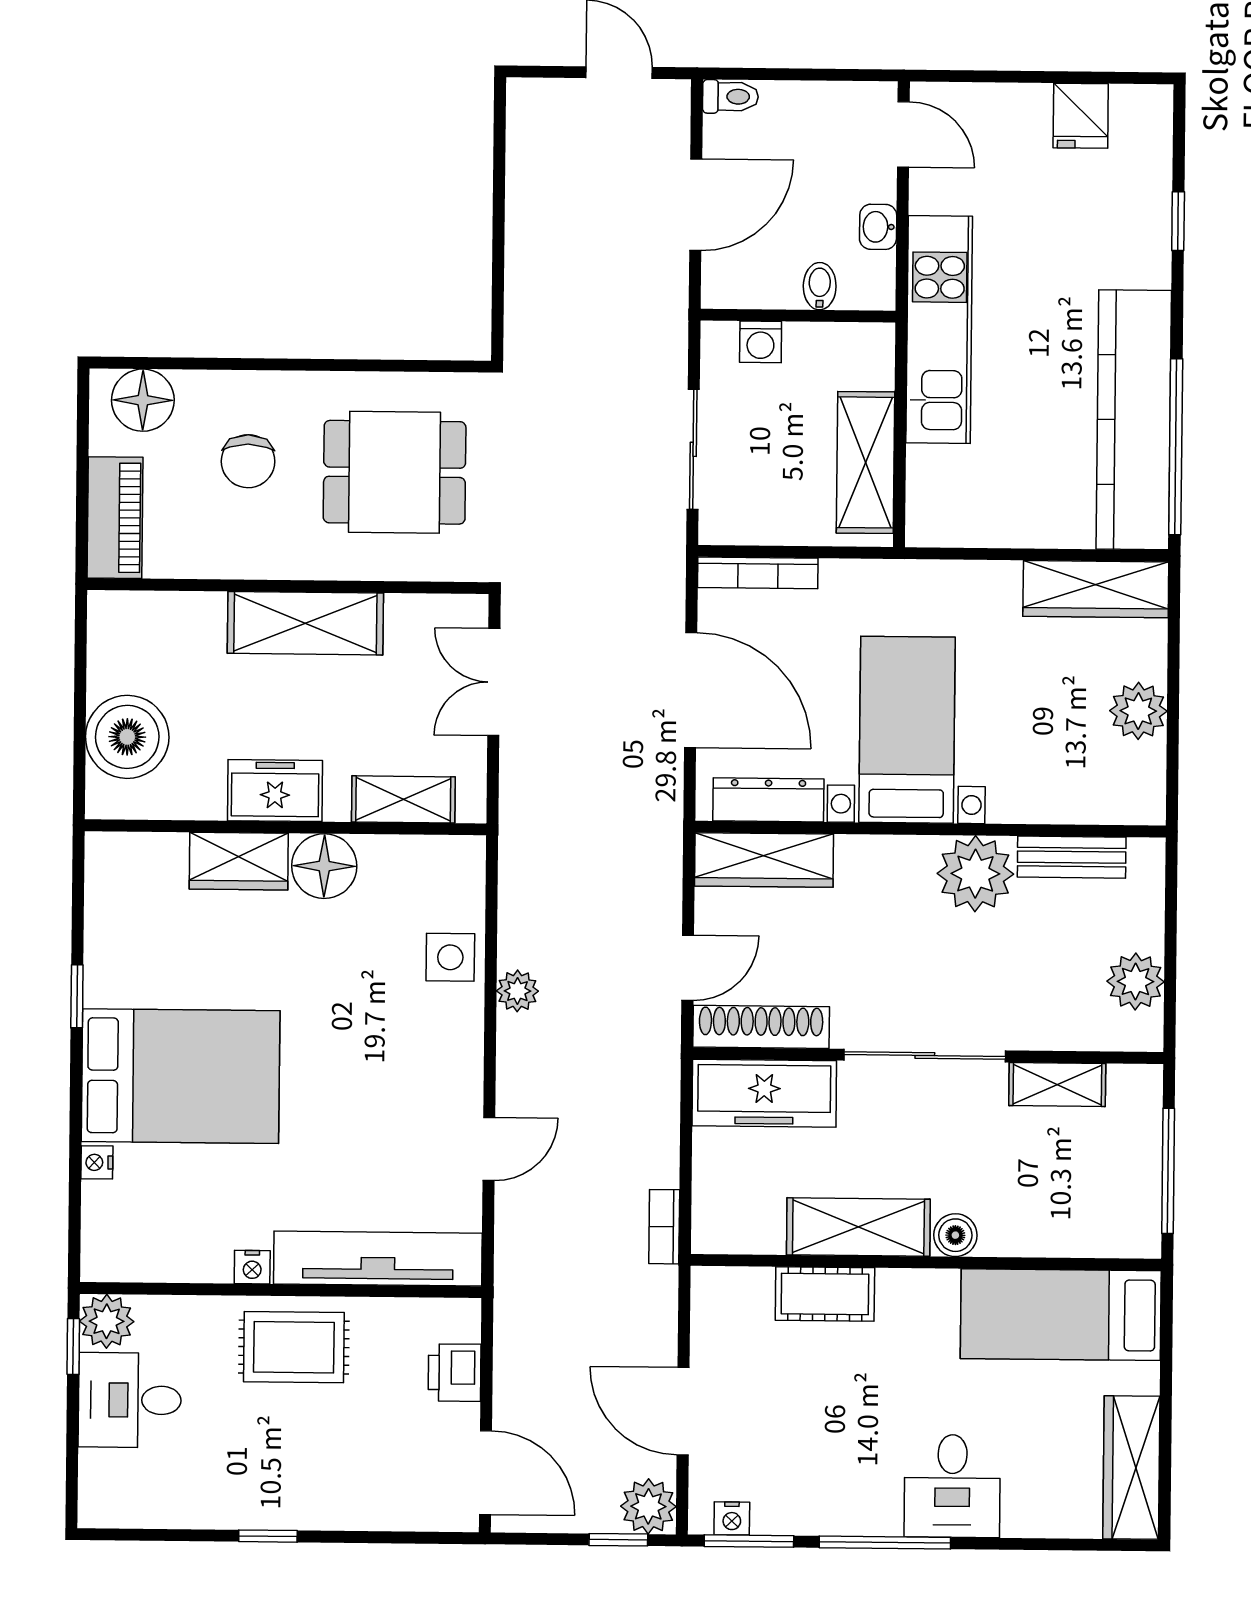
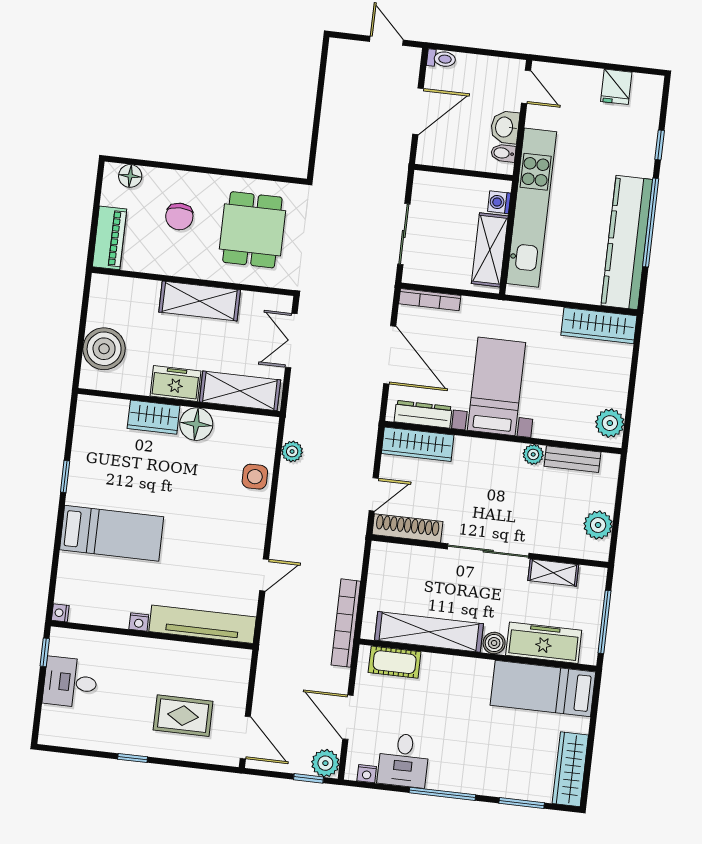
washbasin: (878, 227) -> (505, 127), width x1.38, depth x1.45
bidet: (820, 286) -> (503, 153), moved, turned -90
kitchen unit: (939, 330) -> (531, 208), width x1.36
washing machine: (761, 342) -> (499, 202), moved, turned 90
floor lamp: (143, 400) -> (130, 176), width x0.73, depth x0.73
window: (1176, 447) -> (651, 223), moved
dining table: (395, 472) -> (252, 230), turned 90
plant: (1138, 711) -> (610, 423), moved
shelving: (403, 799) -> (240, 391), width x1.50, depth x1.33
plant: (975, 874) -> (533, 454), width x0.53, depth x0.53
plant: (517, 991) -> (292, 451), moved
bed: (181, 1076) -> (112, 533), width x0.67
freezer: (764, 1093) -> (544, 643), moved, turned 180
nightstand: (97, 1162) -> (60, 613), moved
bookcase: (664, 1227) -> (346, 623), width x2.31, depth x1.31
shelving: (858, 1227) -> (429, 632), width x1.47
cot: (825, 1294) -> (395, 662), moved
plant: (107, 1321) -> (63, 641), removed
rug: (294, 1347) -> (183, 716), moved
printer: (455, 1373) -> (235, 686), removed
desk: (952, 1486) -> (403, 760), moved
window: (749, 1541) -> (522, 803), moved

